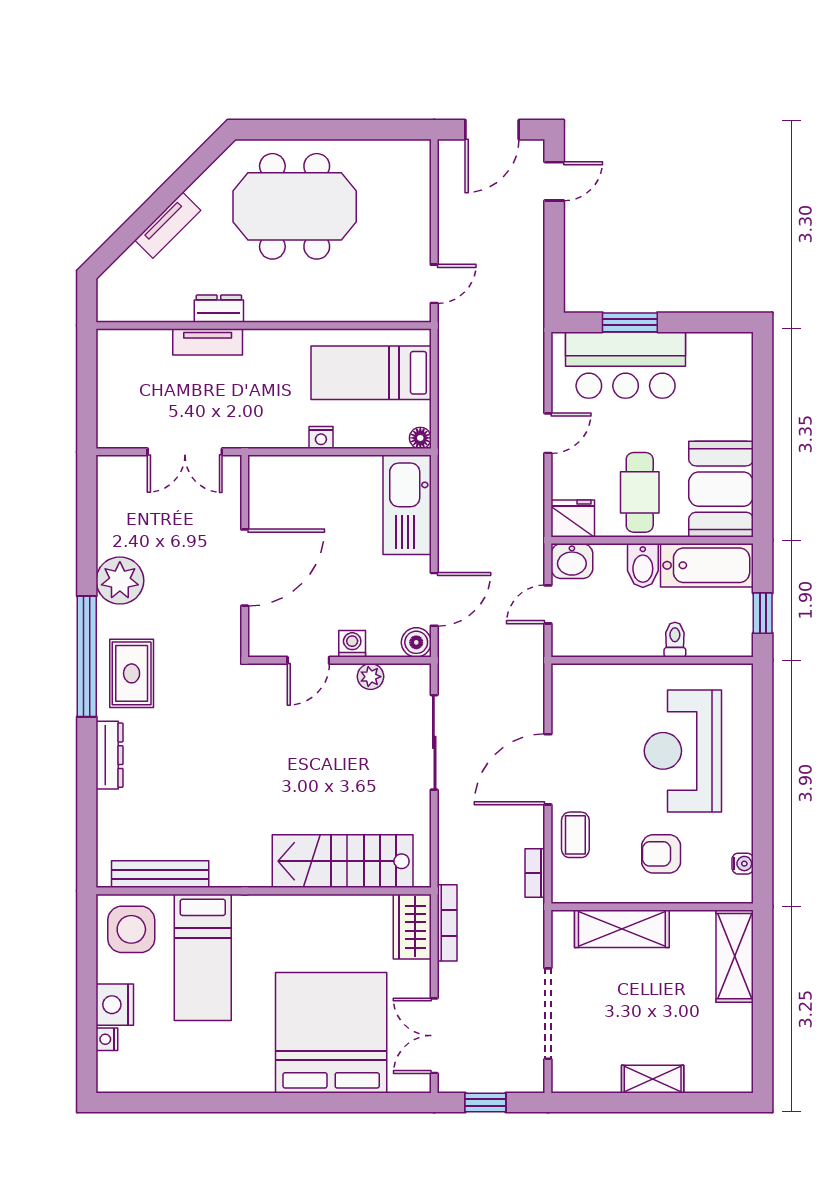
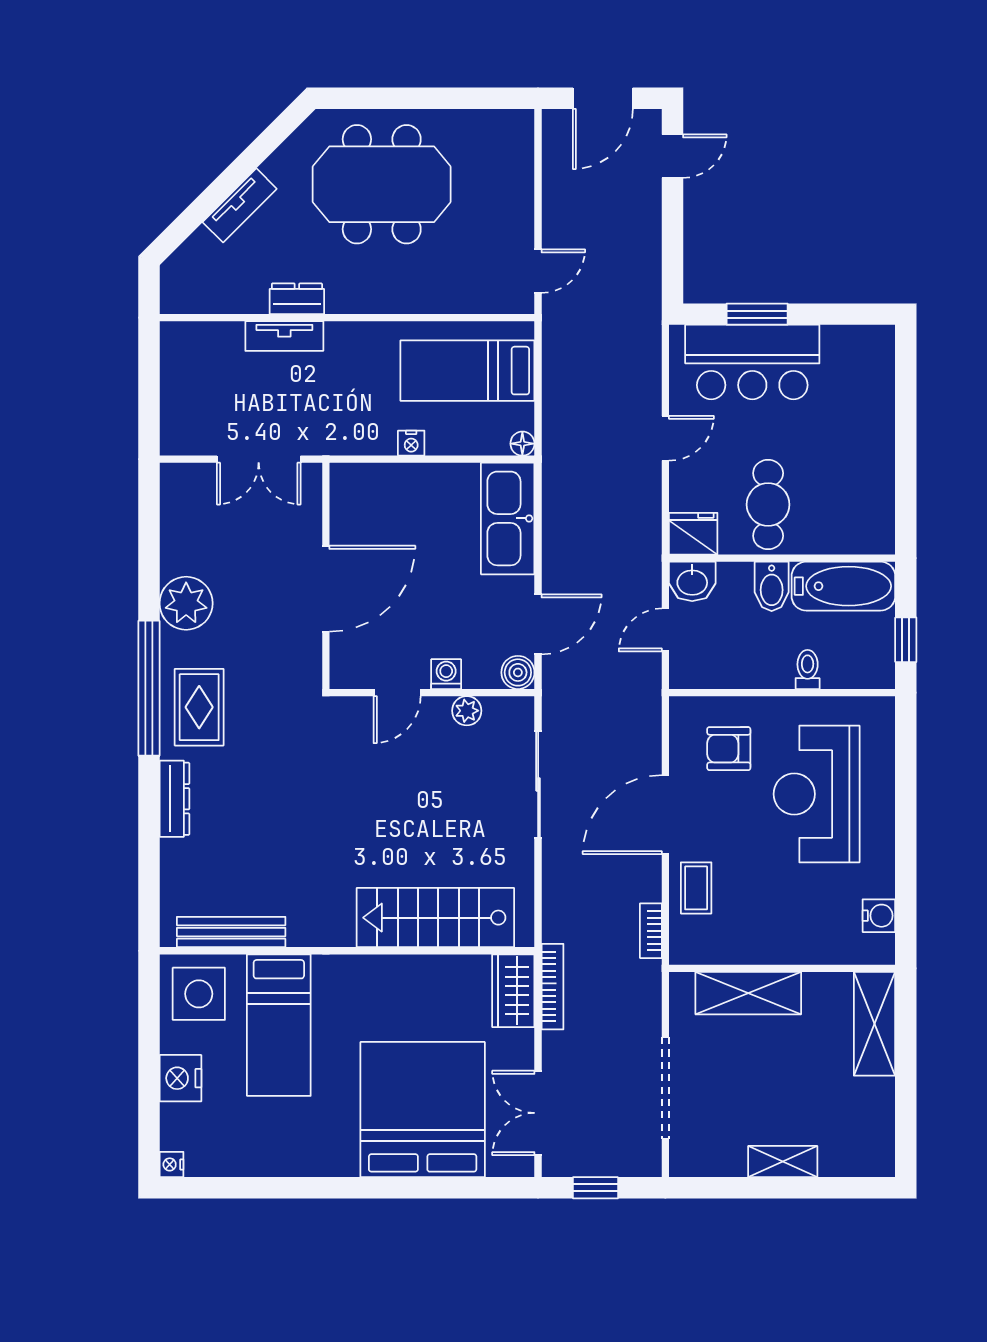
booth: (721, 489) -> (859, 501), removed
armchair: (661, 854) -> (729, 749), moved
water cooler: (743, 864) -> (879, 916), width x1.38, depth x1.38
nightstand: (107, 1039) -> (172, 1164), moved

